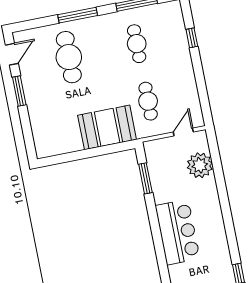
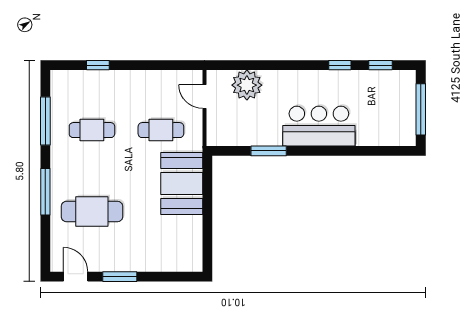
window: (145, 178) -> (269, 151), moved
window: (232, 240) -> (340, 65), added

